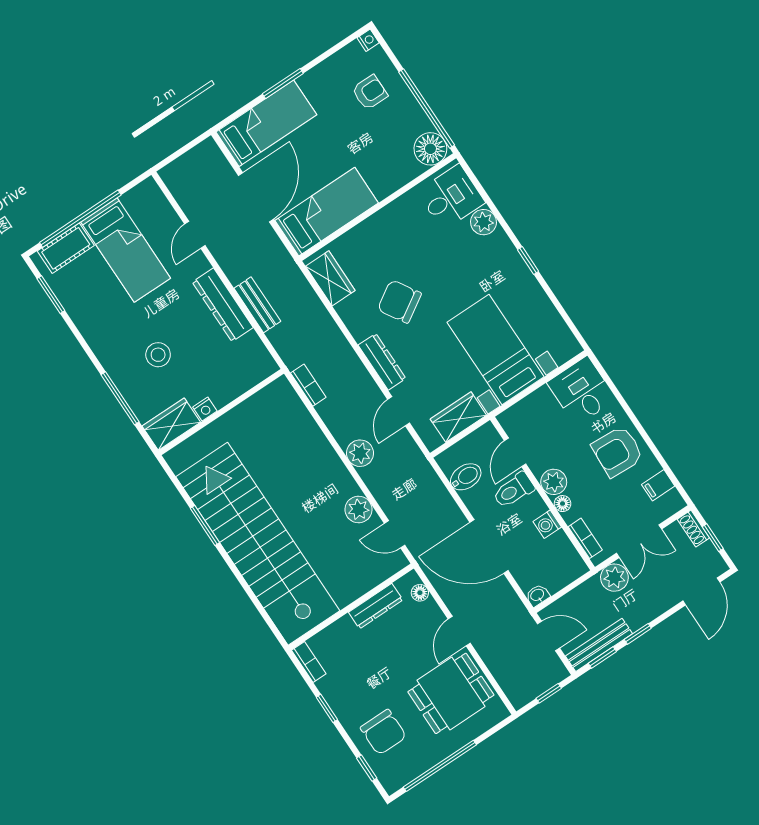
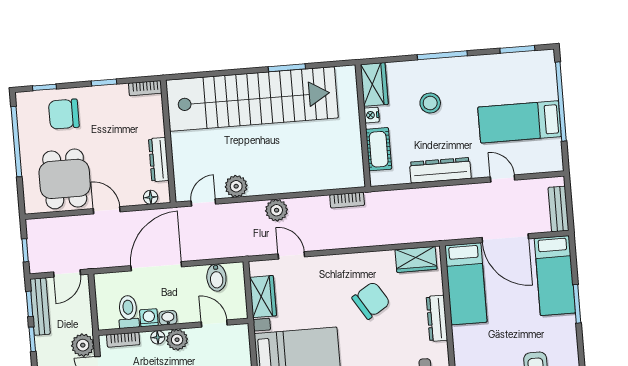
cot: (66, 248) -> (379, 149), moved
bench: (257, 305) -> (558, 209), moved, turned 90
dresser: (382, 362) -> (437, 318), moved, turned 90
window: (120, 398) -> (442, 55), moved
toilet: (514, 490) -> (128, 312), moved
washbasin: (537, 595) -> (168, 318), moved, turned -90

